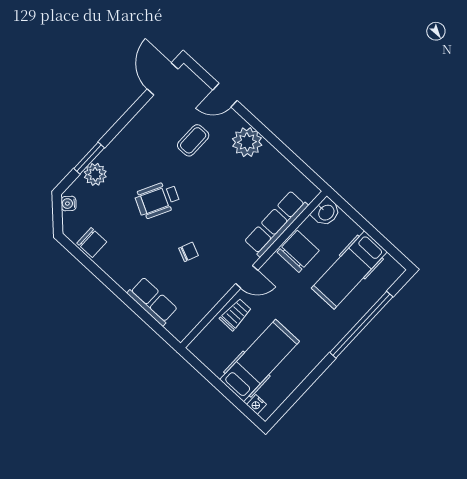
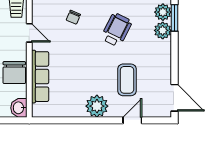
coffee table: (193, 140) -> (127, 80), width x1.36, depth x1.30
plant: (112, 156) -> (163, 30), added
door: (247, 277) -> (29, 33), swing flipped

